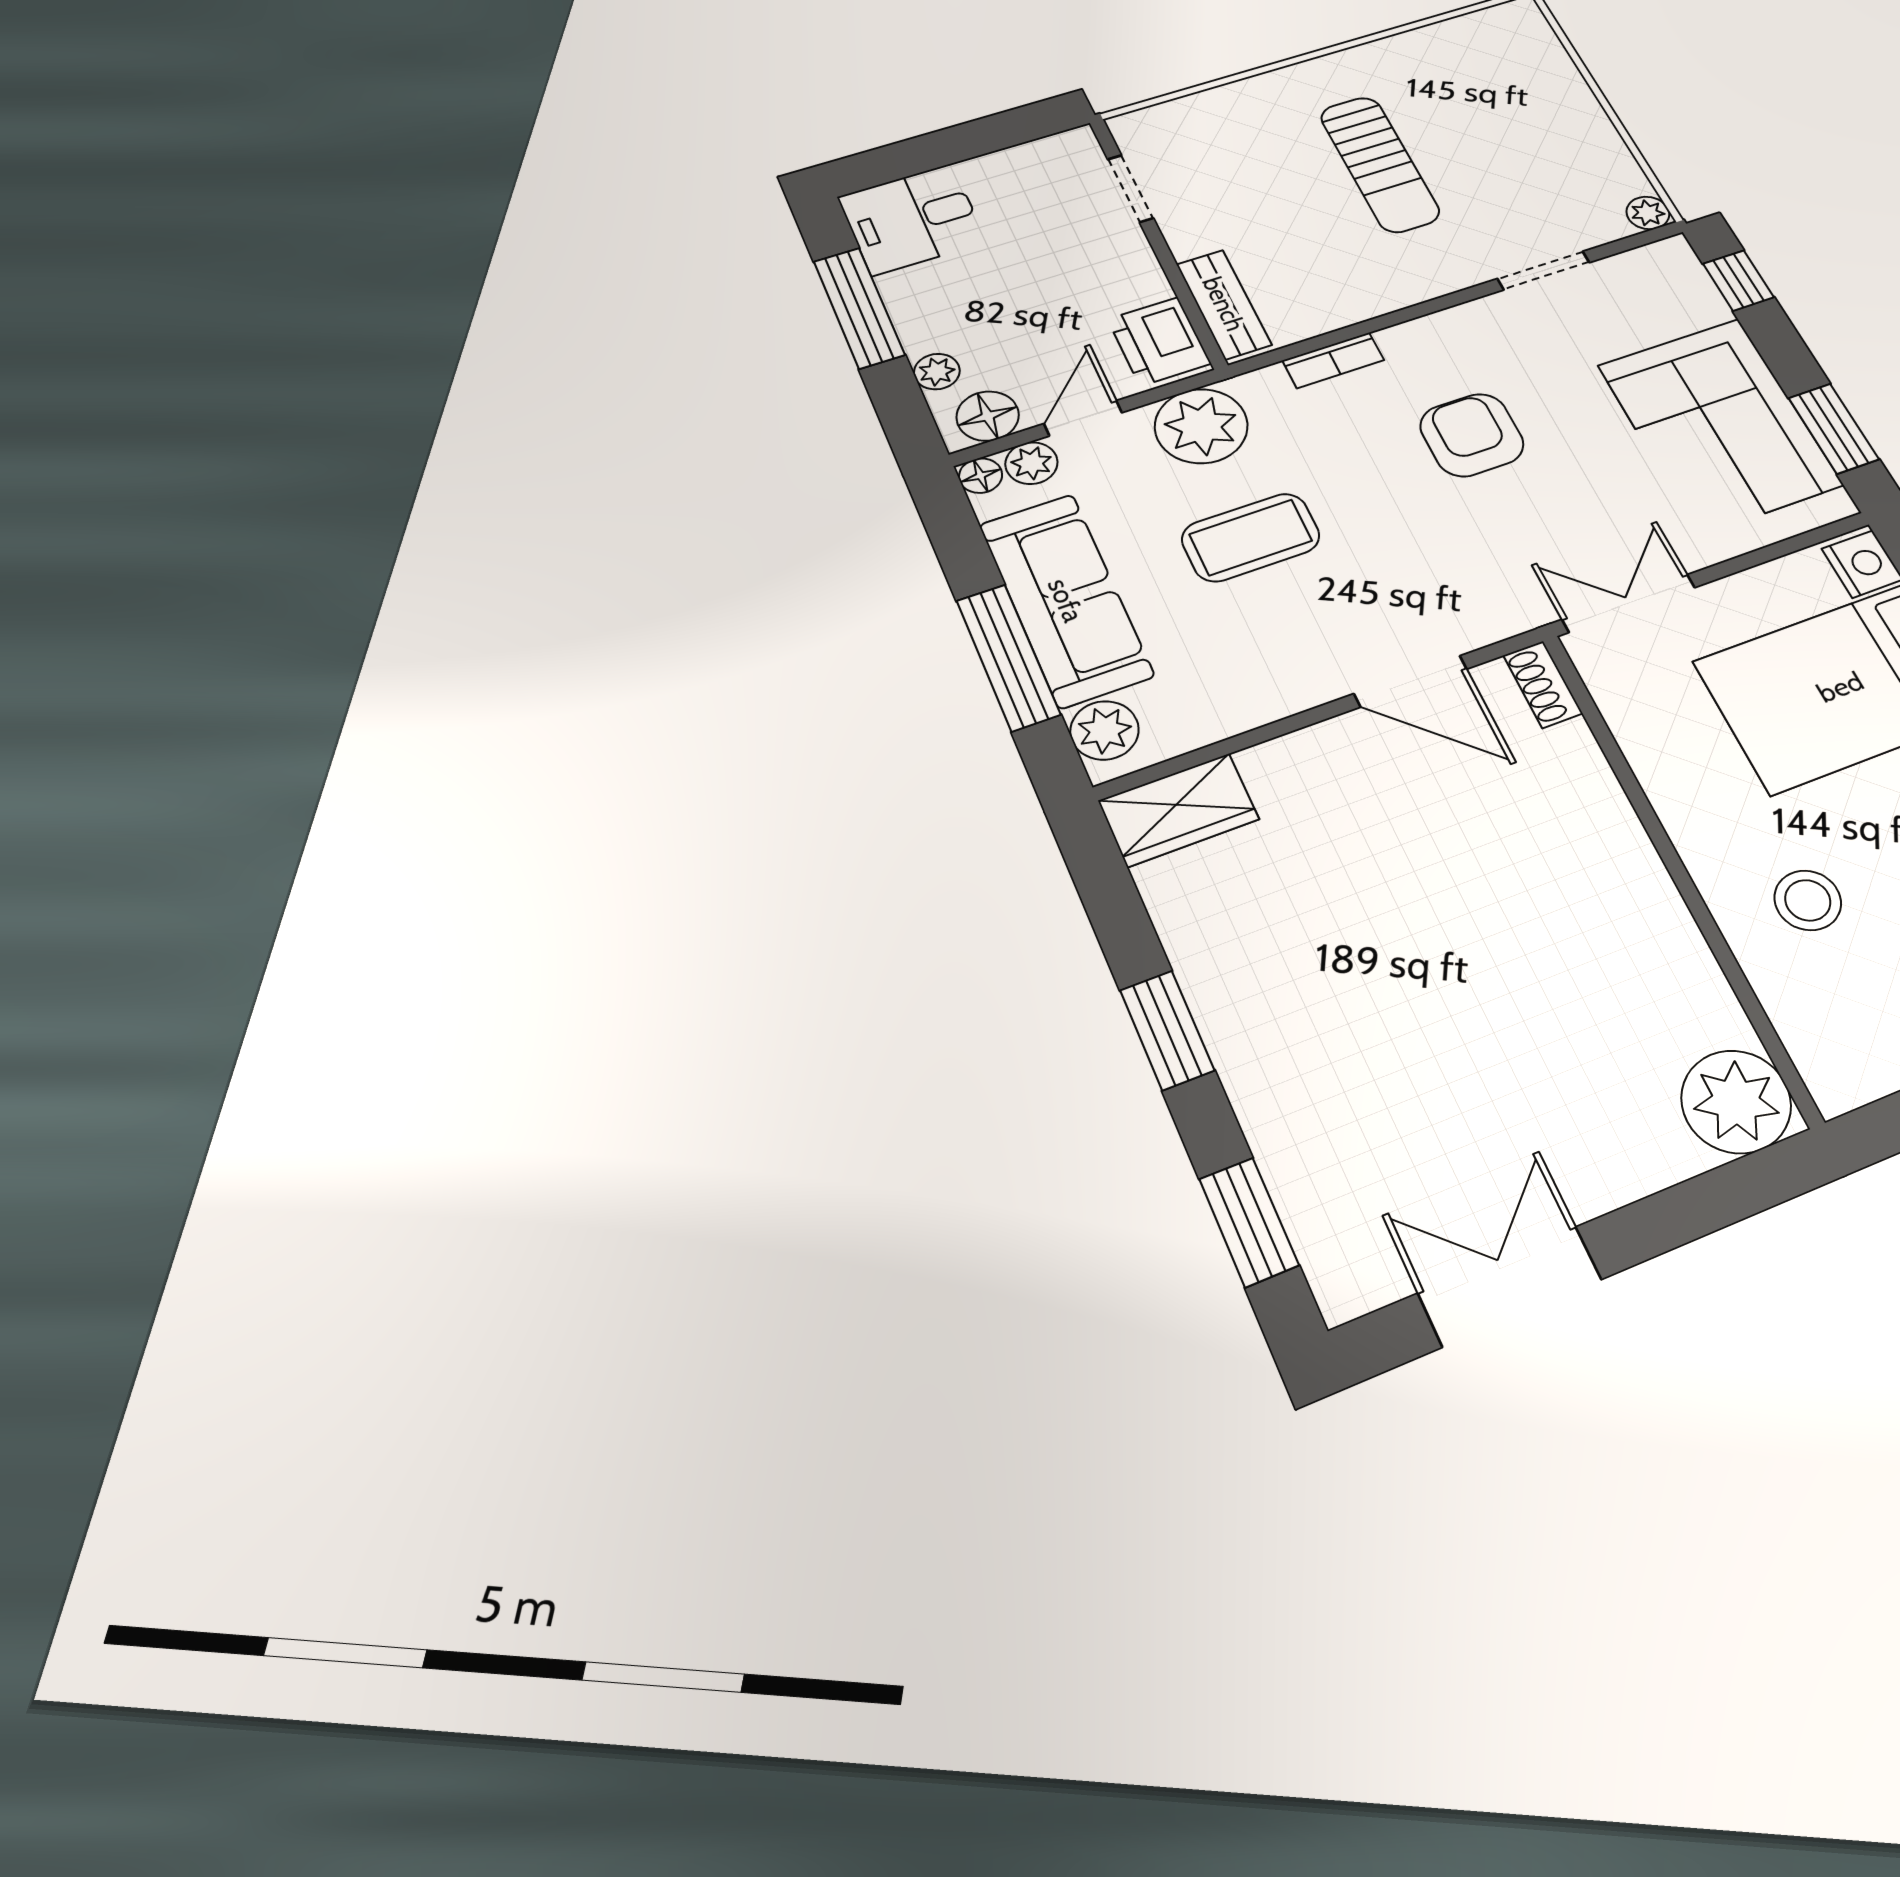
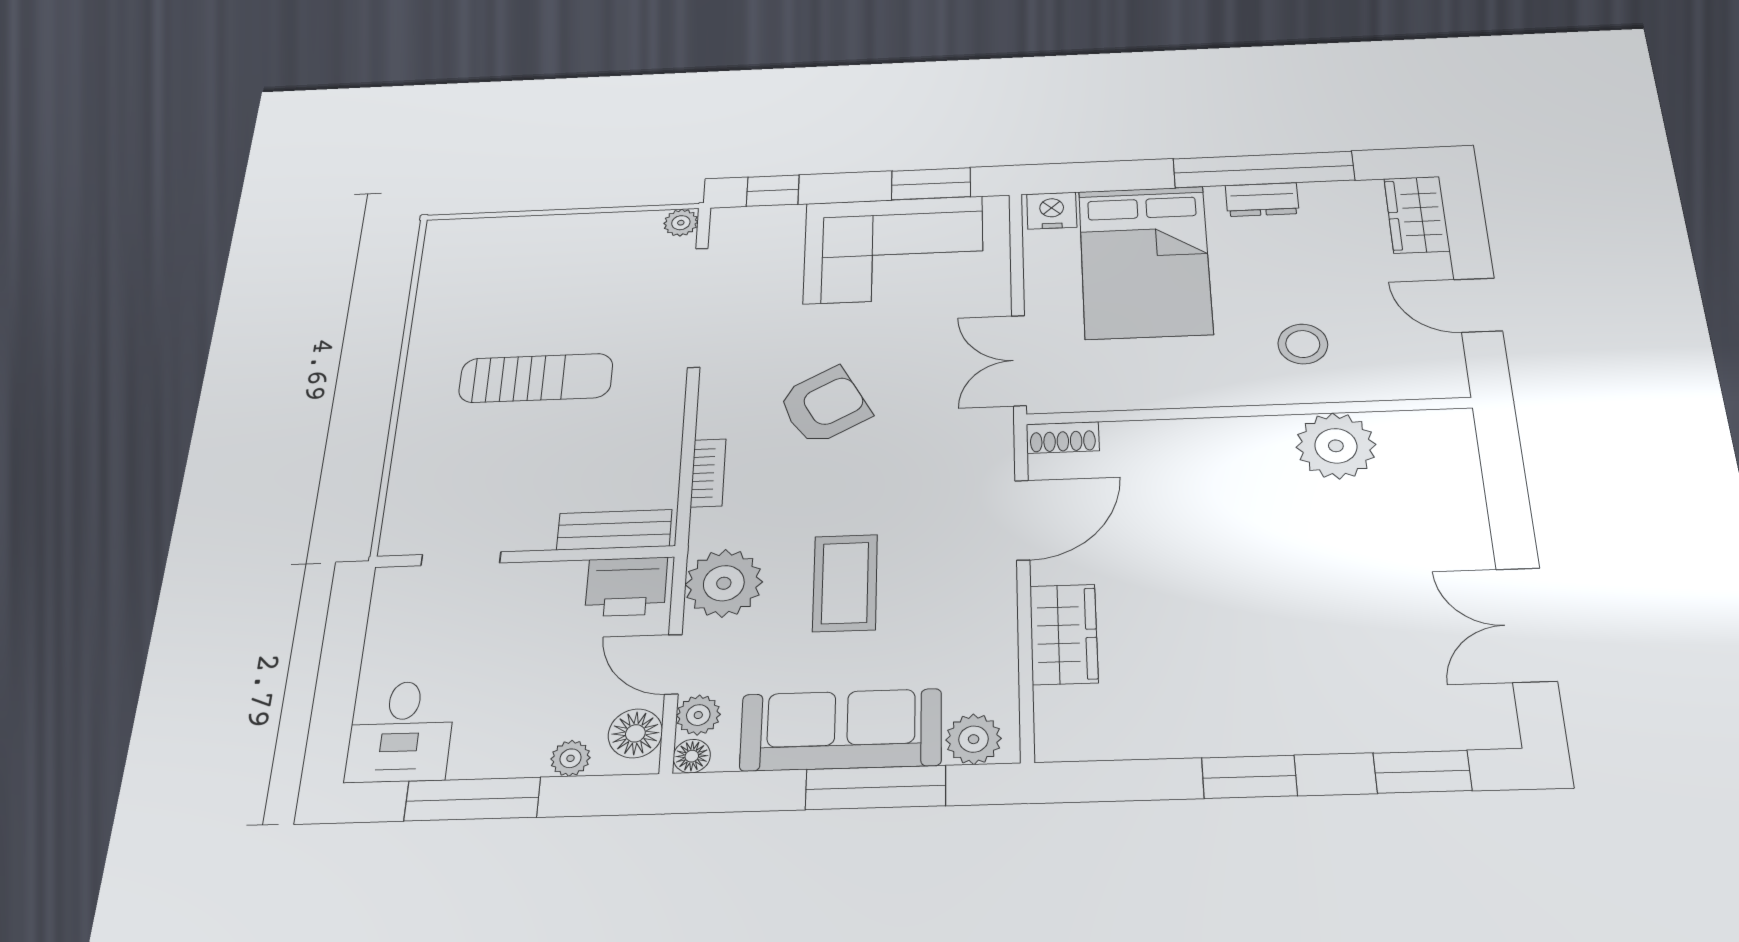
doorway: (1543, 271) -> (698, 307), width x1.87
armchair: (1472, 435) -> (824, 406), turned 151
wardrobe: (1179, 810) -> (1064, 634), moved
plant: (1736, 1102) -> (1336, 446), moved

